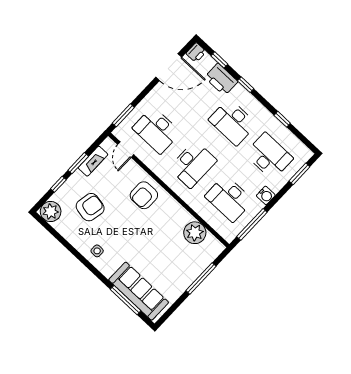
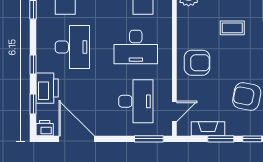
desk: (193, 164) -> (136, 47), turned 180
coffee table: (145, 241) -> (232, 28), added

